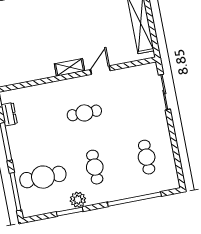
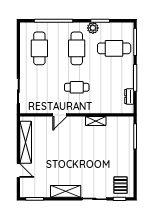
shelving: (70, 67) -> (96, 121), moved
cafe table: (147, 157) -> (39, 48), width x1.37, depth x1.35
cafe table: (95, 167) -> (77, 48), width x1.37, depth x1.35

